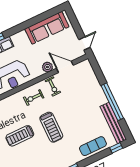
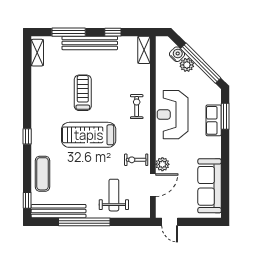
weight bench: (84, 90) -> (114, 195), added
exercise bike: (34, 98) -> (137, 107), moved
treadmill: (51, 127) -> (89, 135), width x1.37, depth x1.38
treadmill: (20, 136) -> (83, 93), moved

